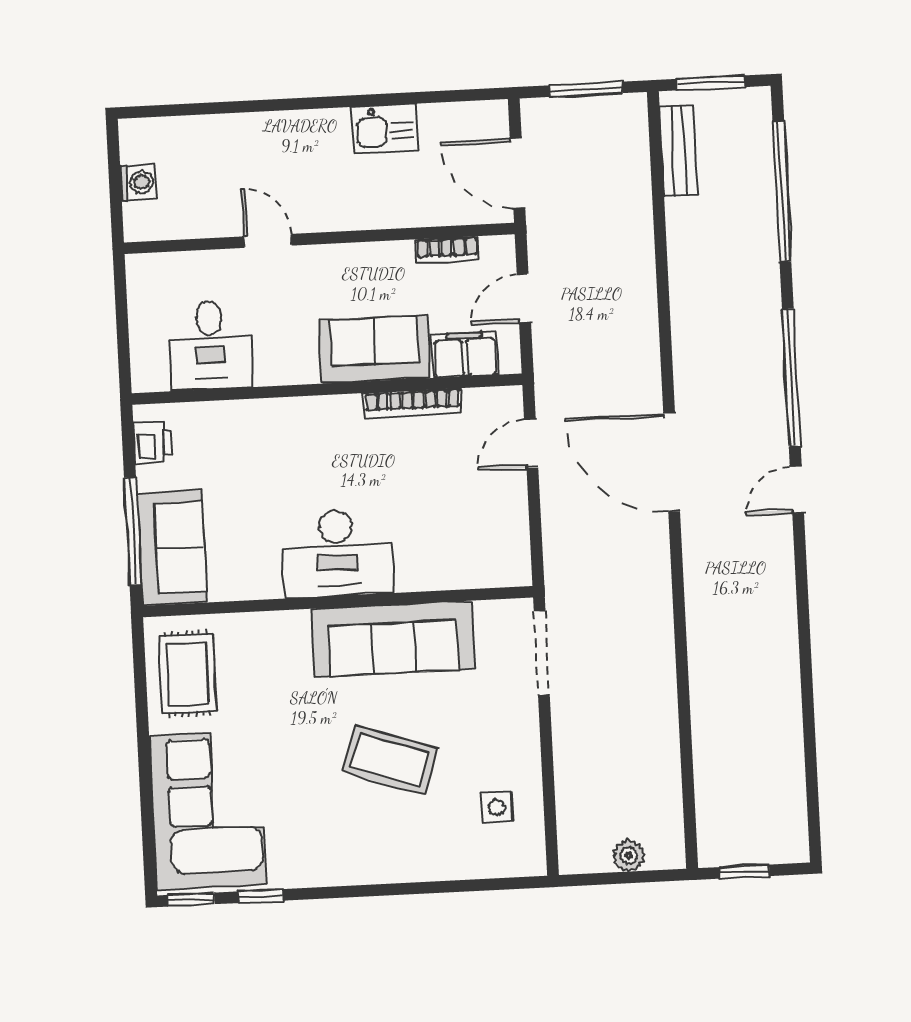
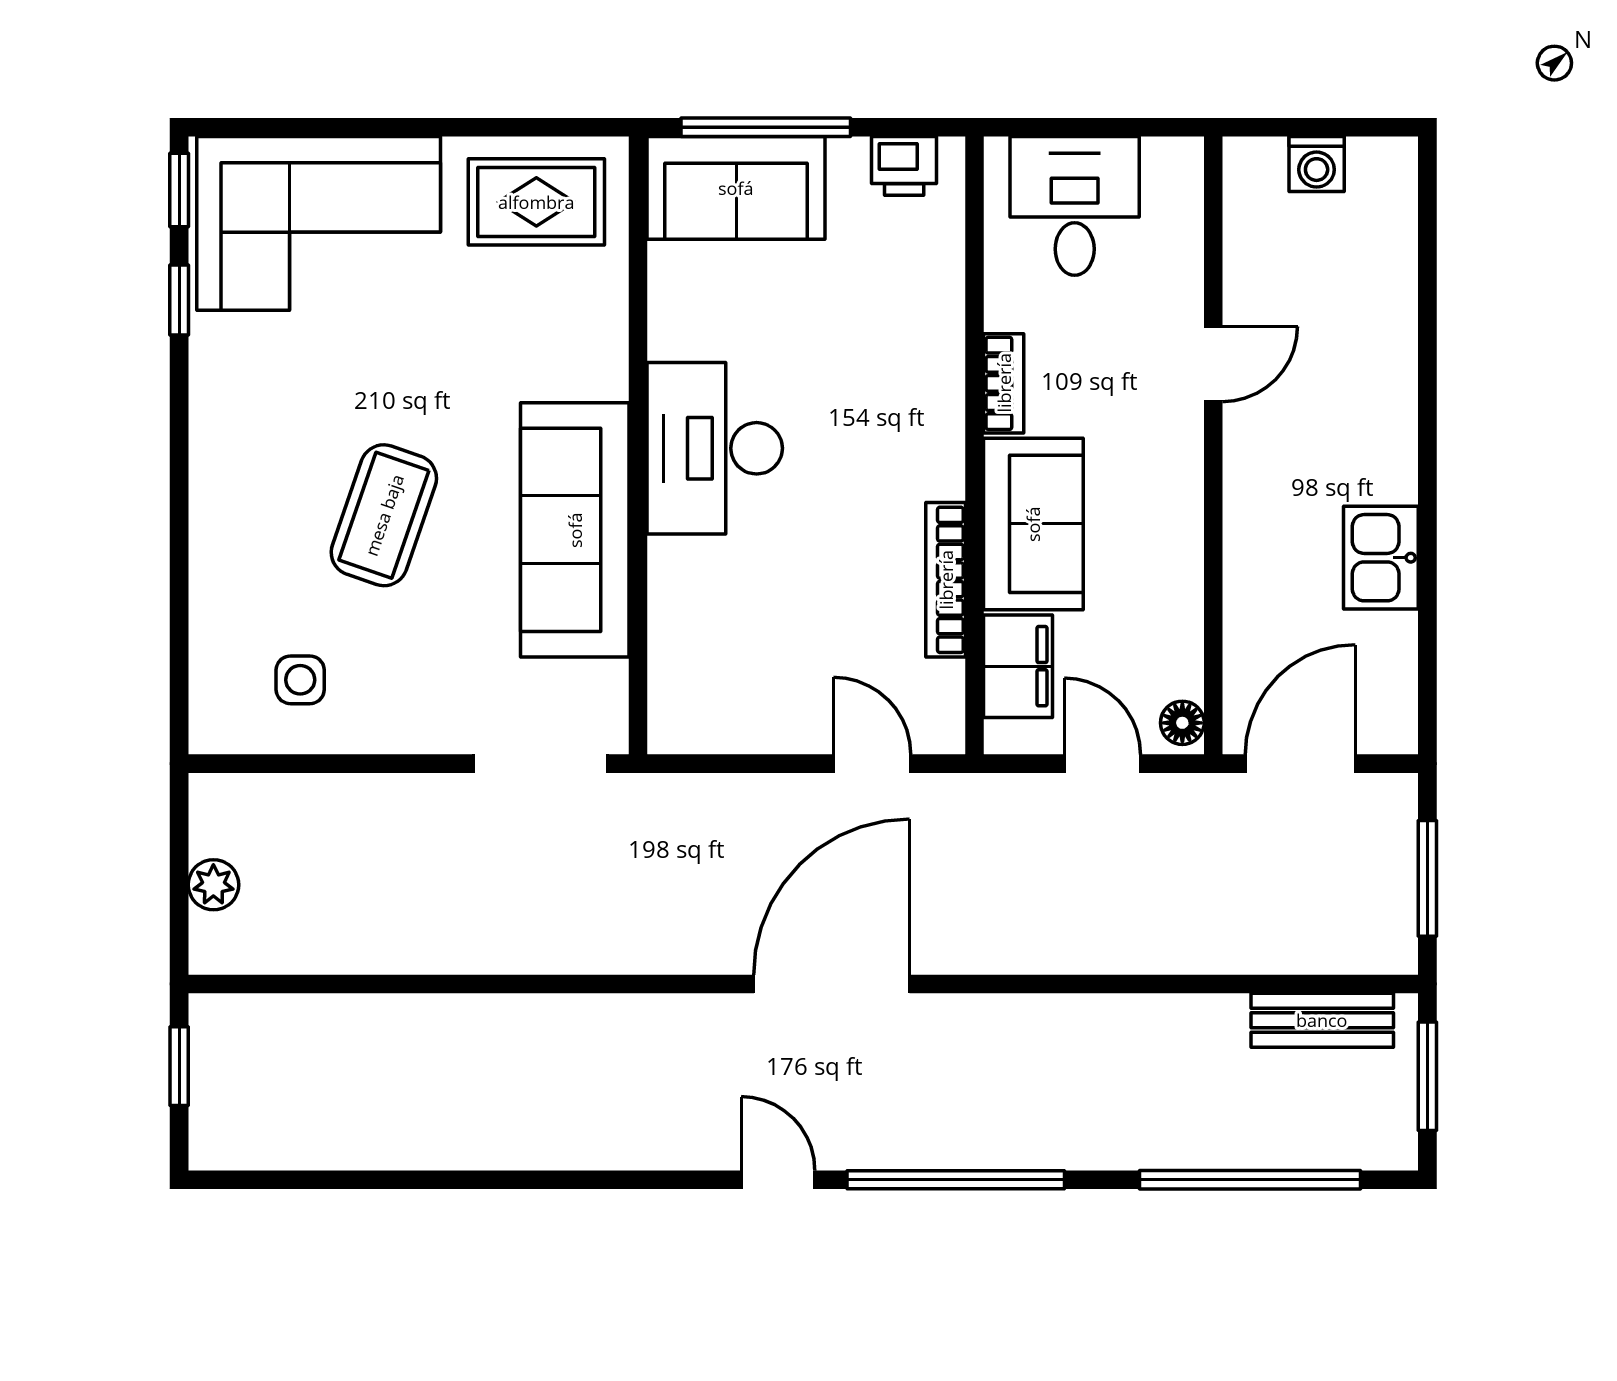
floor lamp: (495, 249) -> (1182, 723), added
bookcase: (447, 250) -> (1004, 383), moved, turned 180
desk: (210, 345) -> (1075, 206), moved, turned 90

